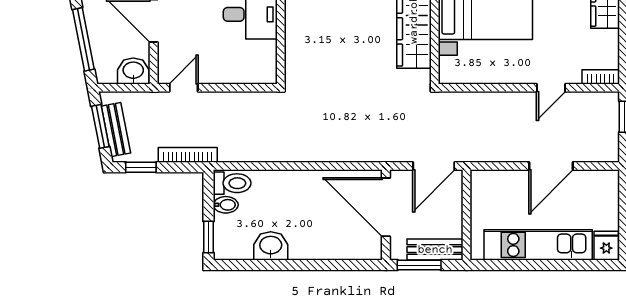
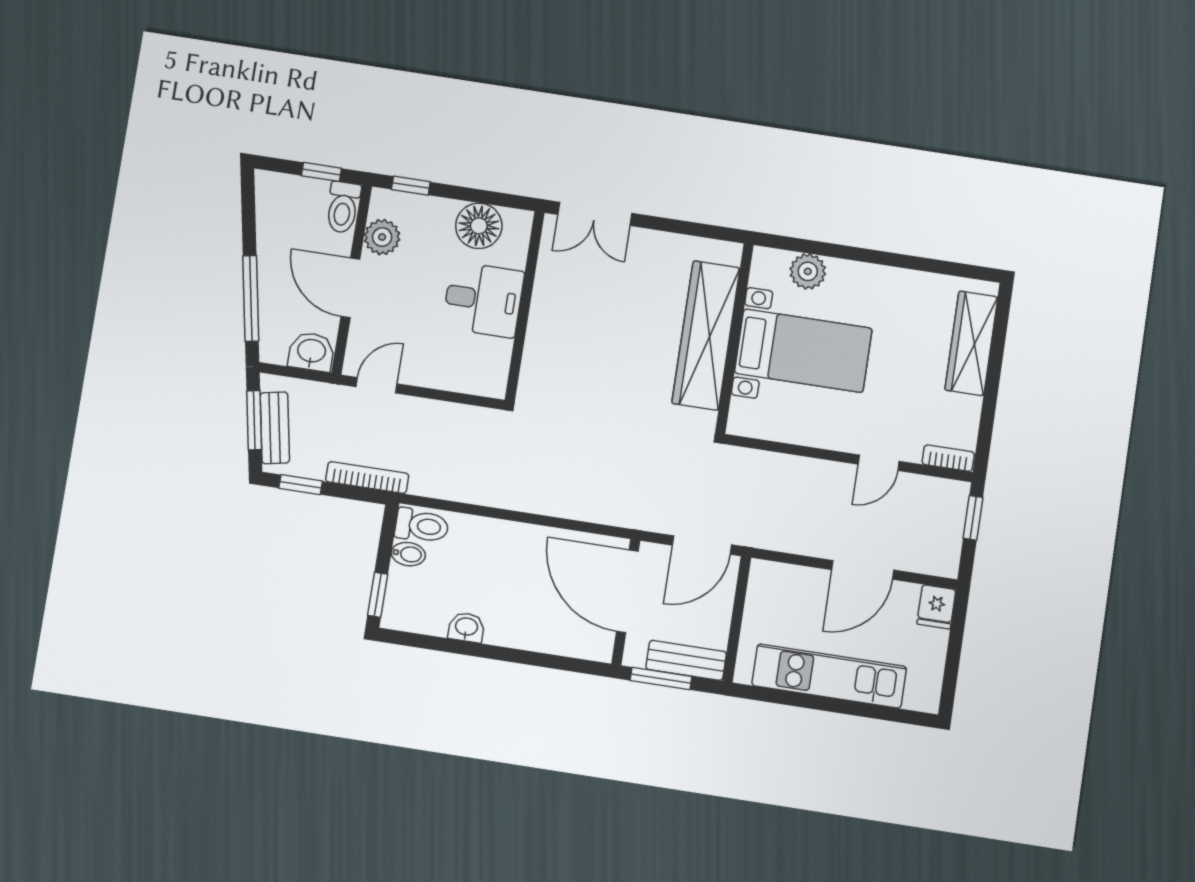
washbasin: (271, 246) -> (466, 627), width x0.72, depth x0.69
fridge: (606, 246) -> (936, 607), moved, turned 180

